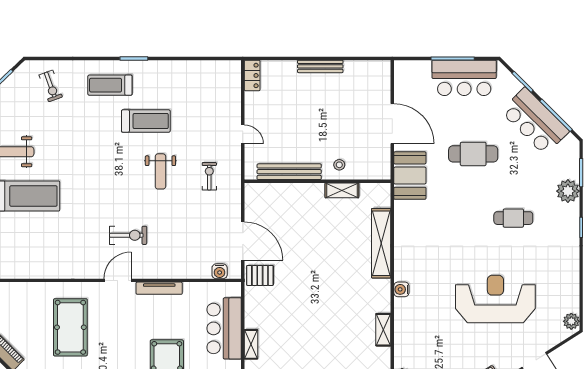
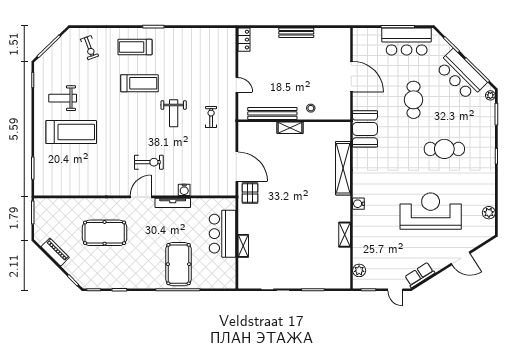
treadmill: (146, 121) -> (140, 83), moved
cafe table: (473, 154) -> (414, 100), turned 90
booth: (410, 176) -> (365, 129), moved
shelving: (342, 190) -> (290, 128), moved
plant: (568, 191) -> (490, 95), moved, width x0.53, depth x0.53
cafe table: (513, 218) -> (444, 149), width x1.37, depth x1.35
water cooler: (220, 271) -> (184, 190), moved
pallet: (260, 275) -> (250, 193), turned 90
plant: (571, 321) -> (489, 213), moved
pool table: (70, 327) -> (105, 233), turned 90

